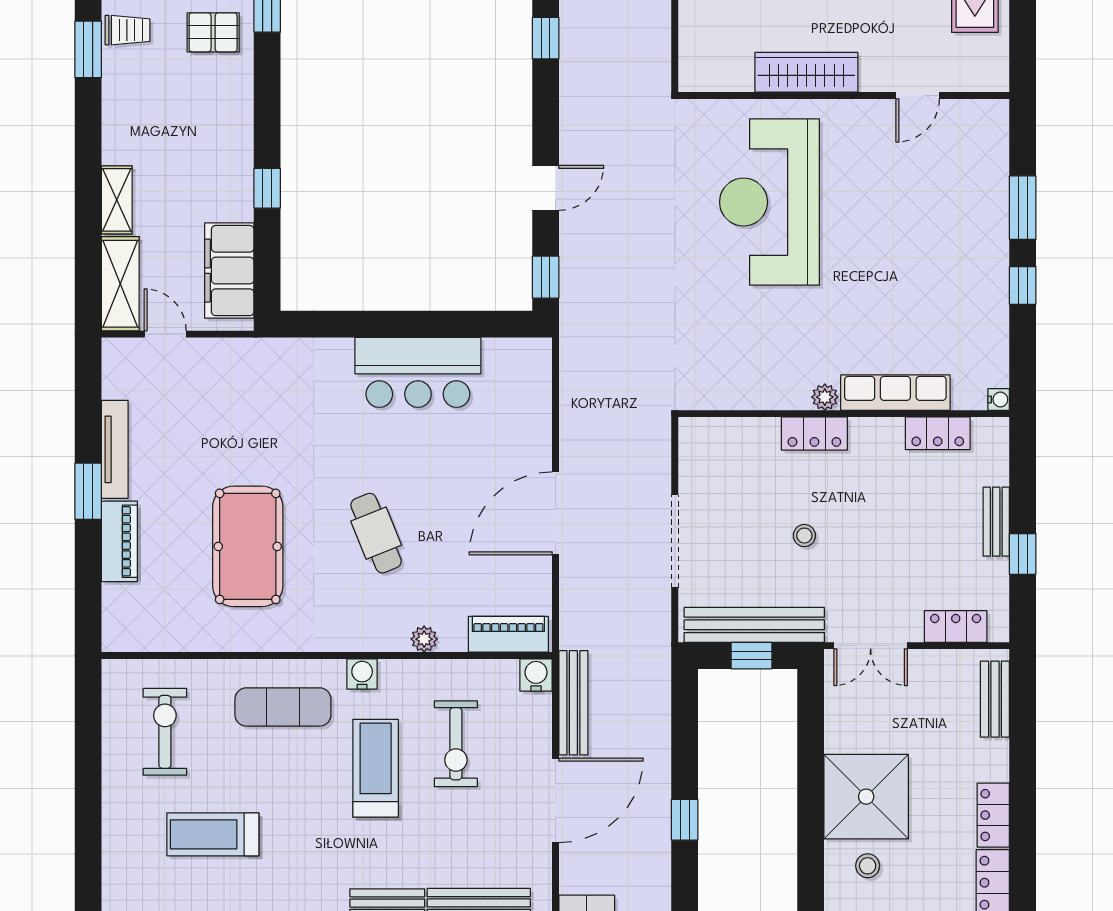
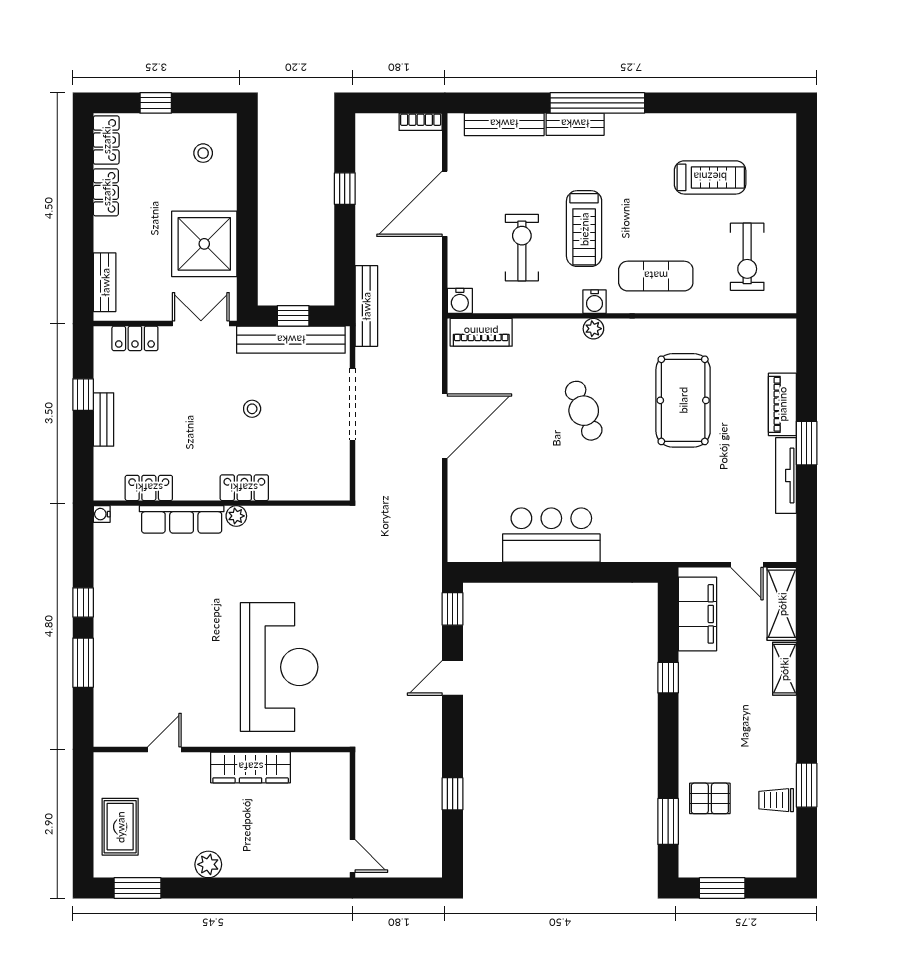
plant: (424, 639) -> (593, 329), moved
bench: (573, 703) -> (366, 306), moved
shower: (866, 797) -> (204, 244), moved

